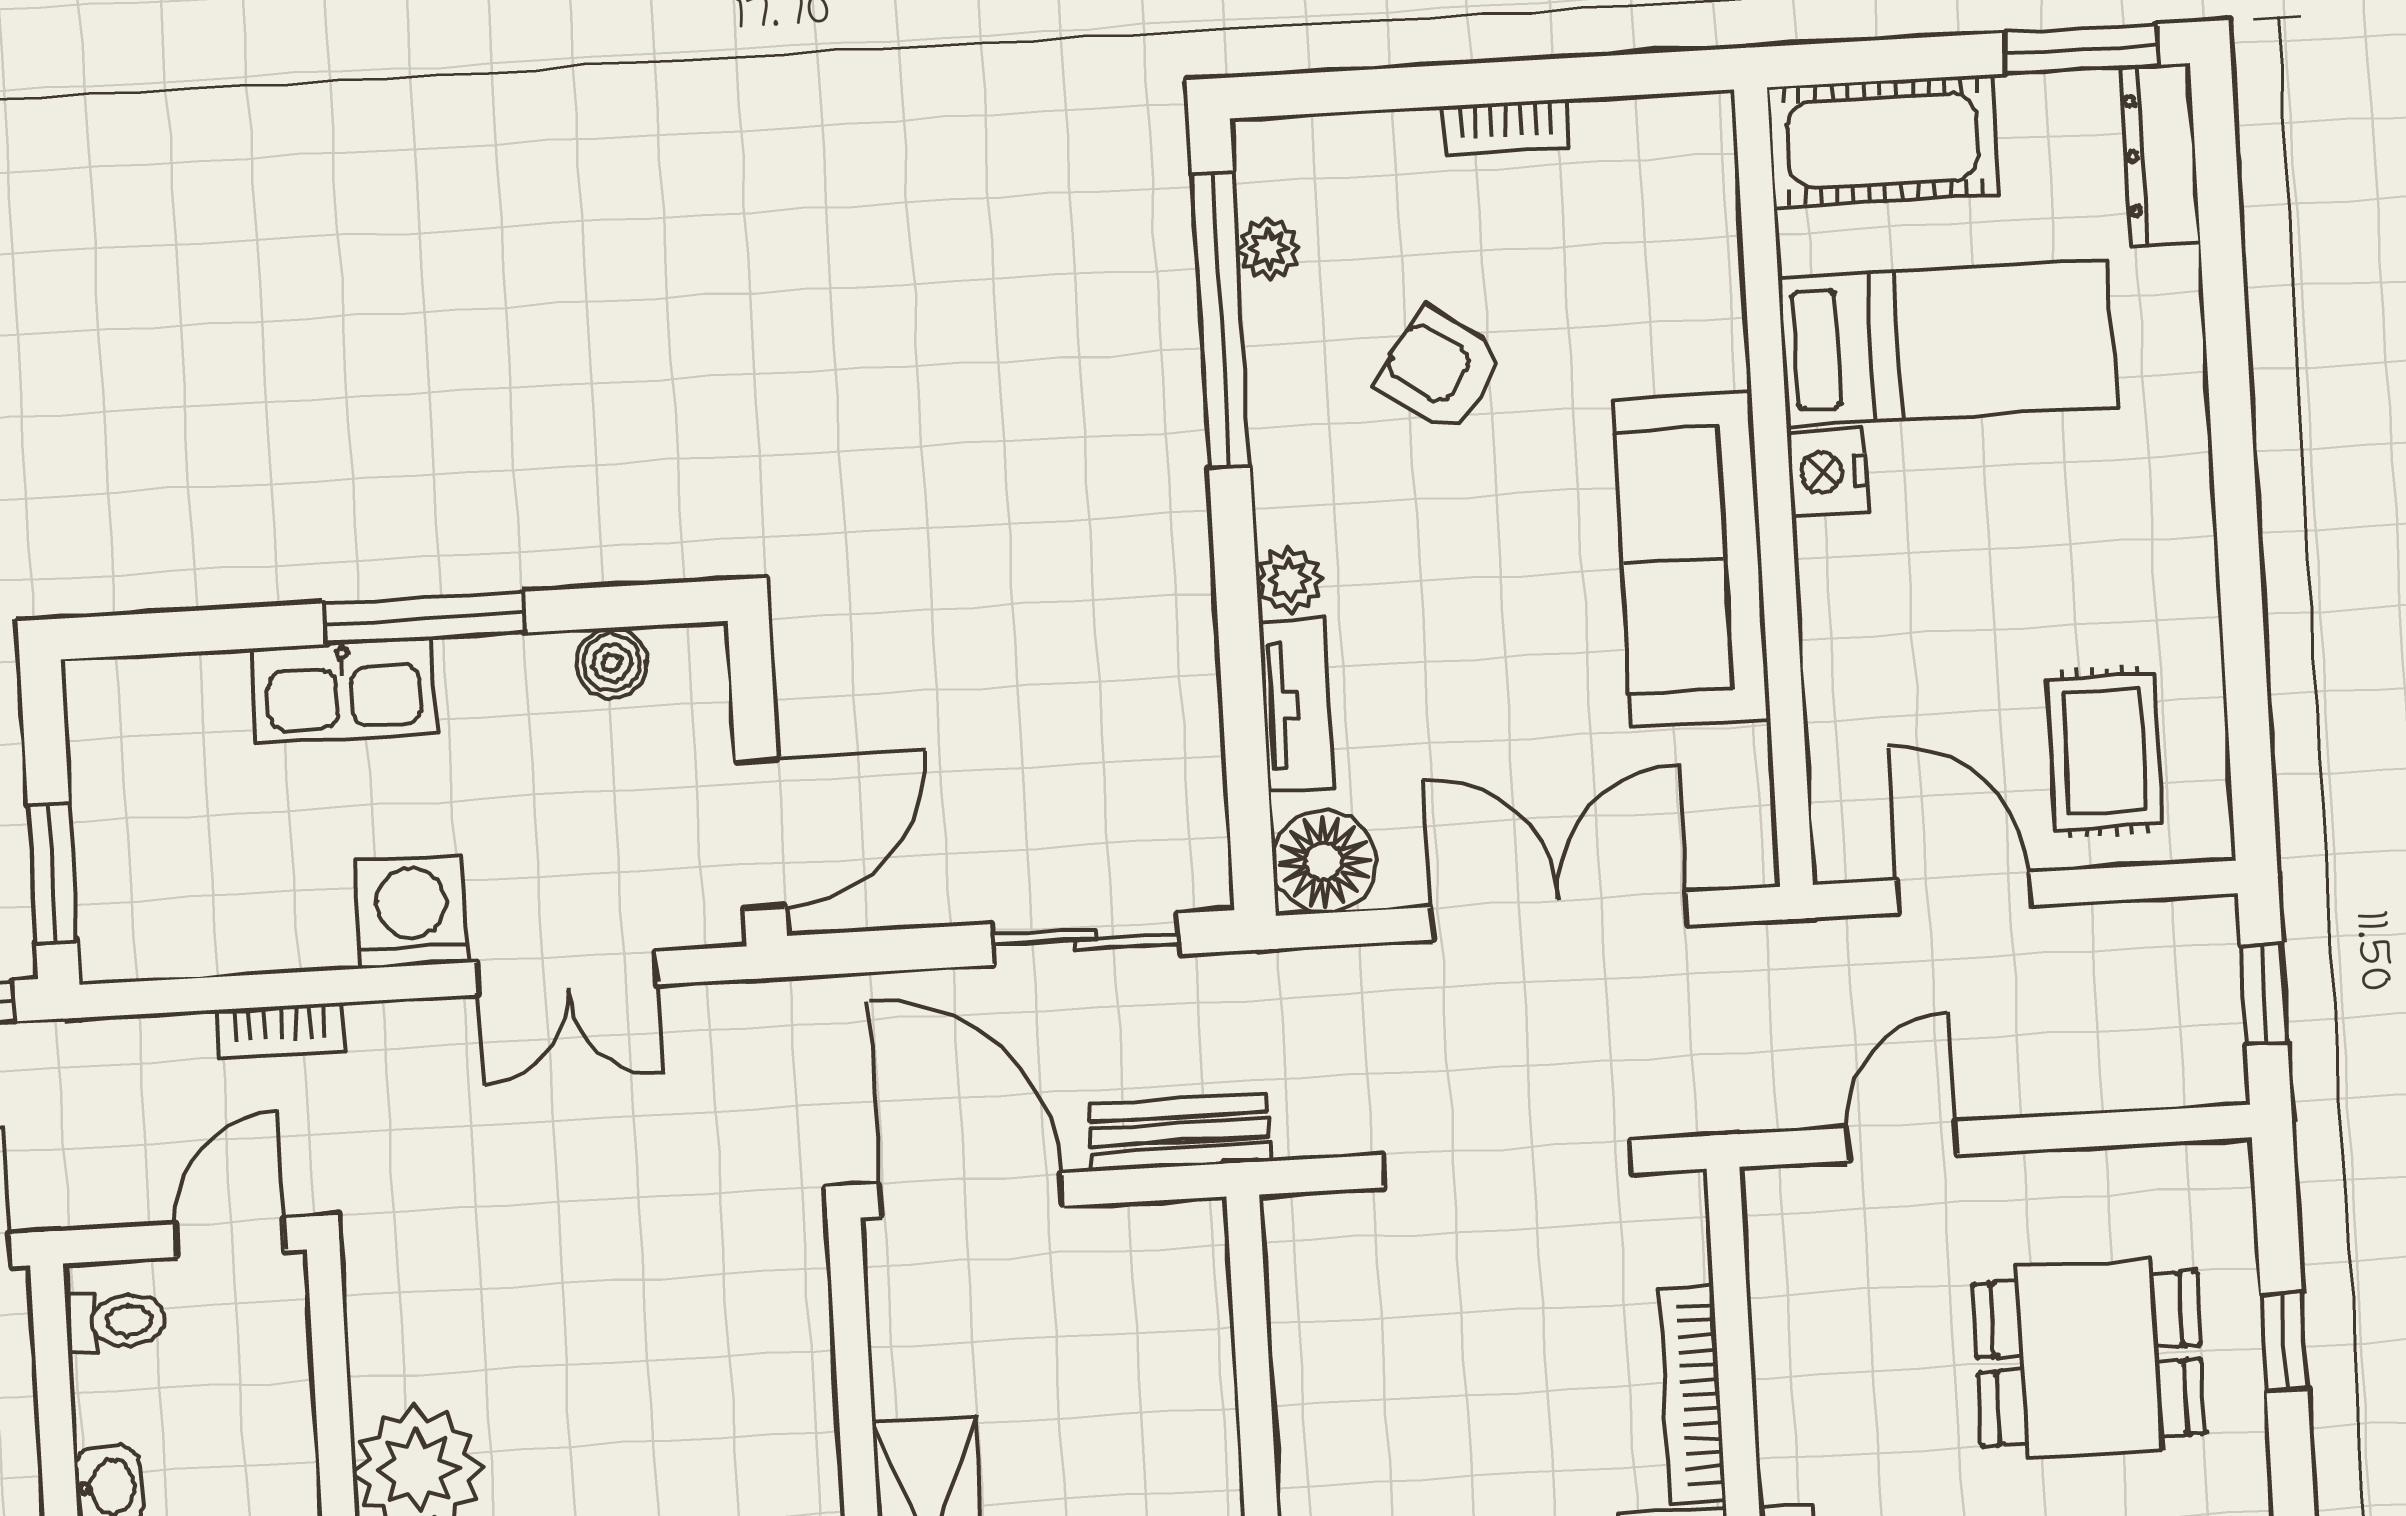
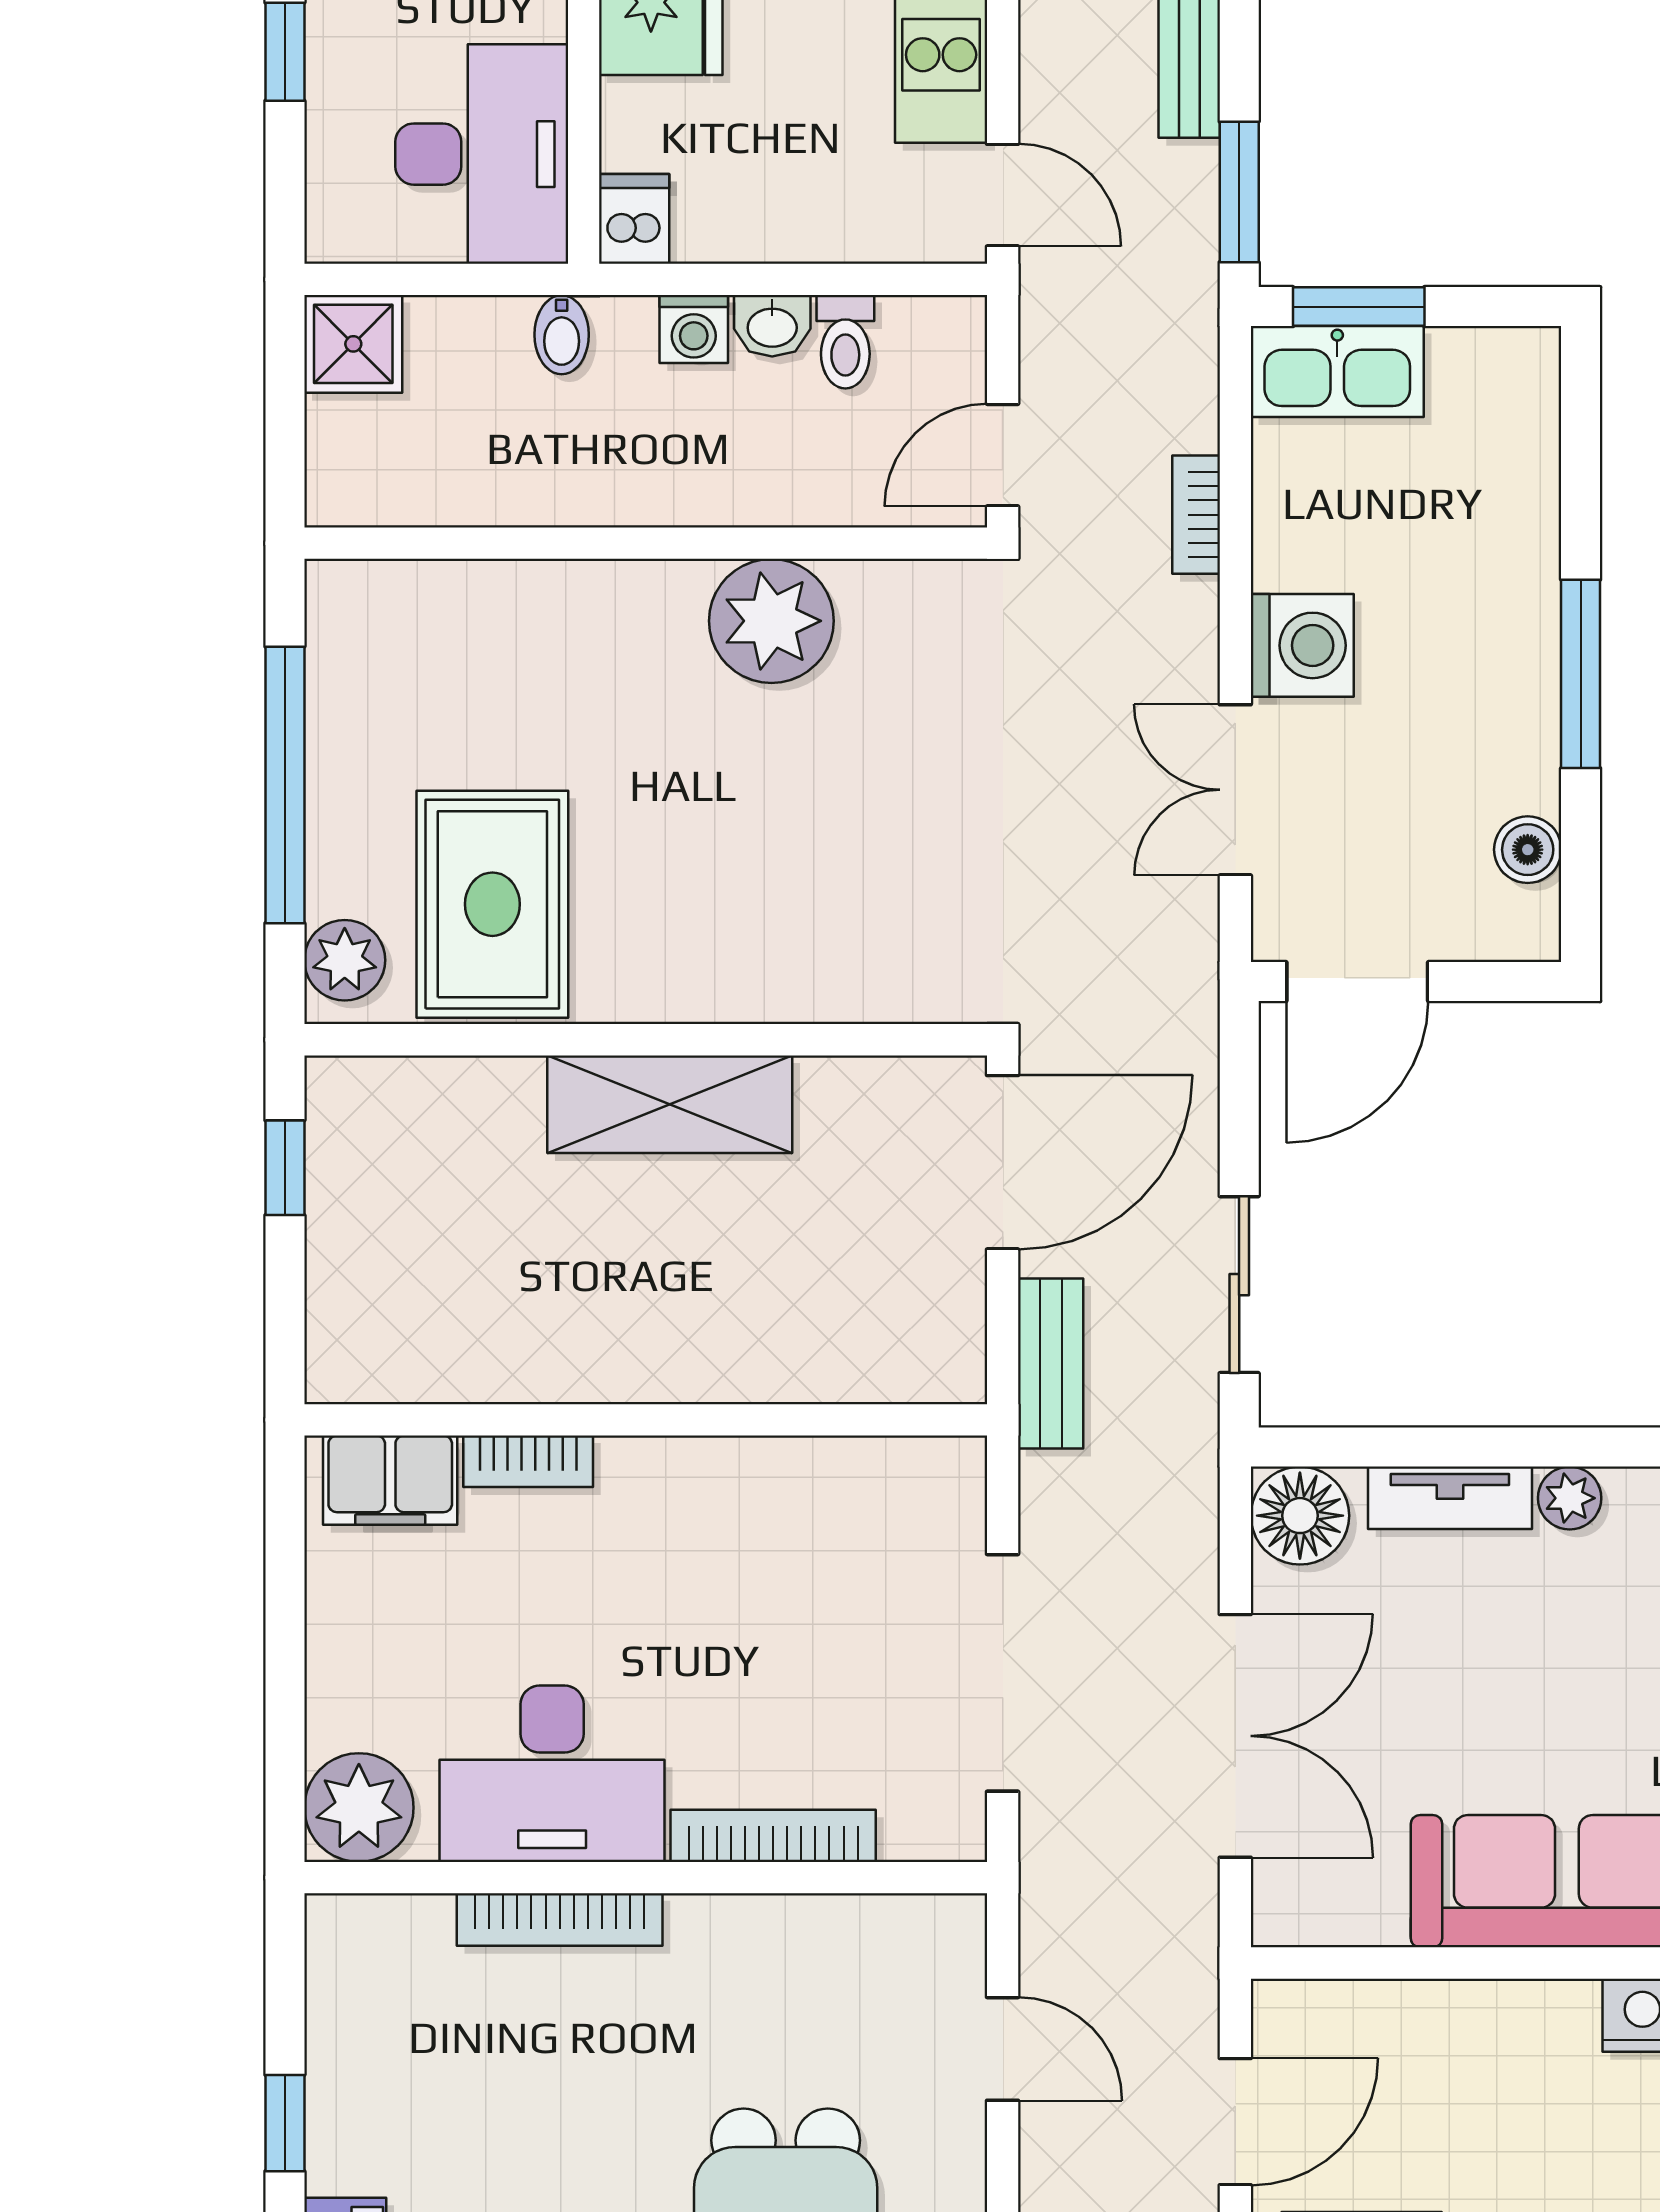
kitchen sink: (344, 691) -> (1337, 372), moved, turned -90
door: (761, 834) -> (1357, 982), hinge flipped
door: (230, 1238) -> (1003, 455), swing flipped
toilet: (115, 1321) -> (845, 342), moved

